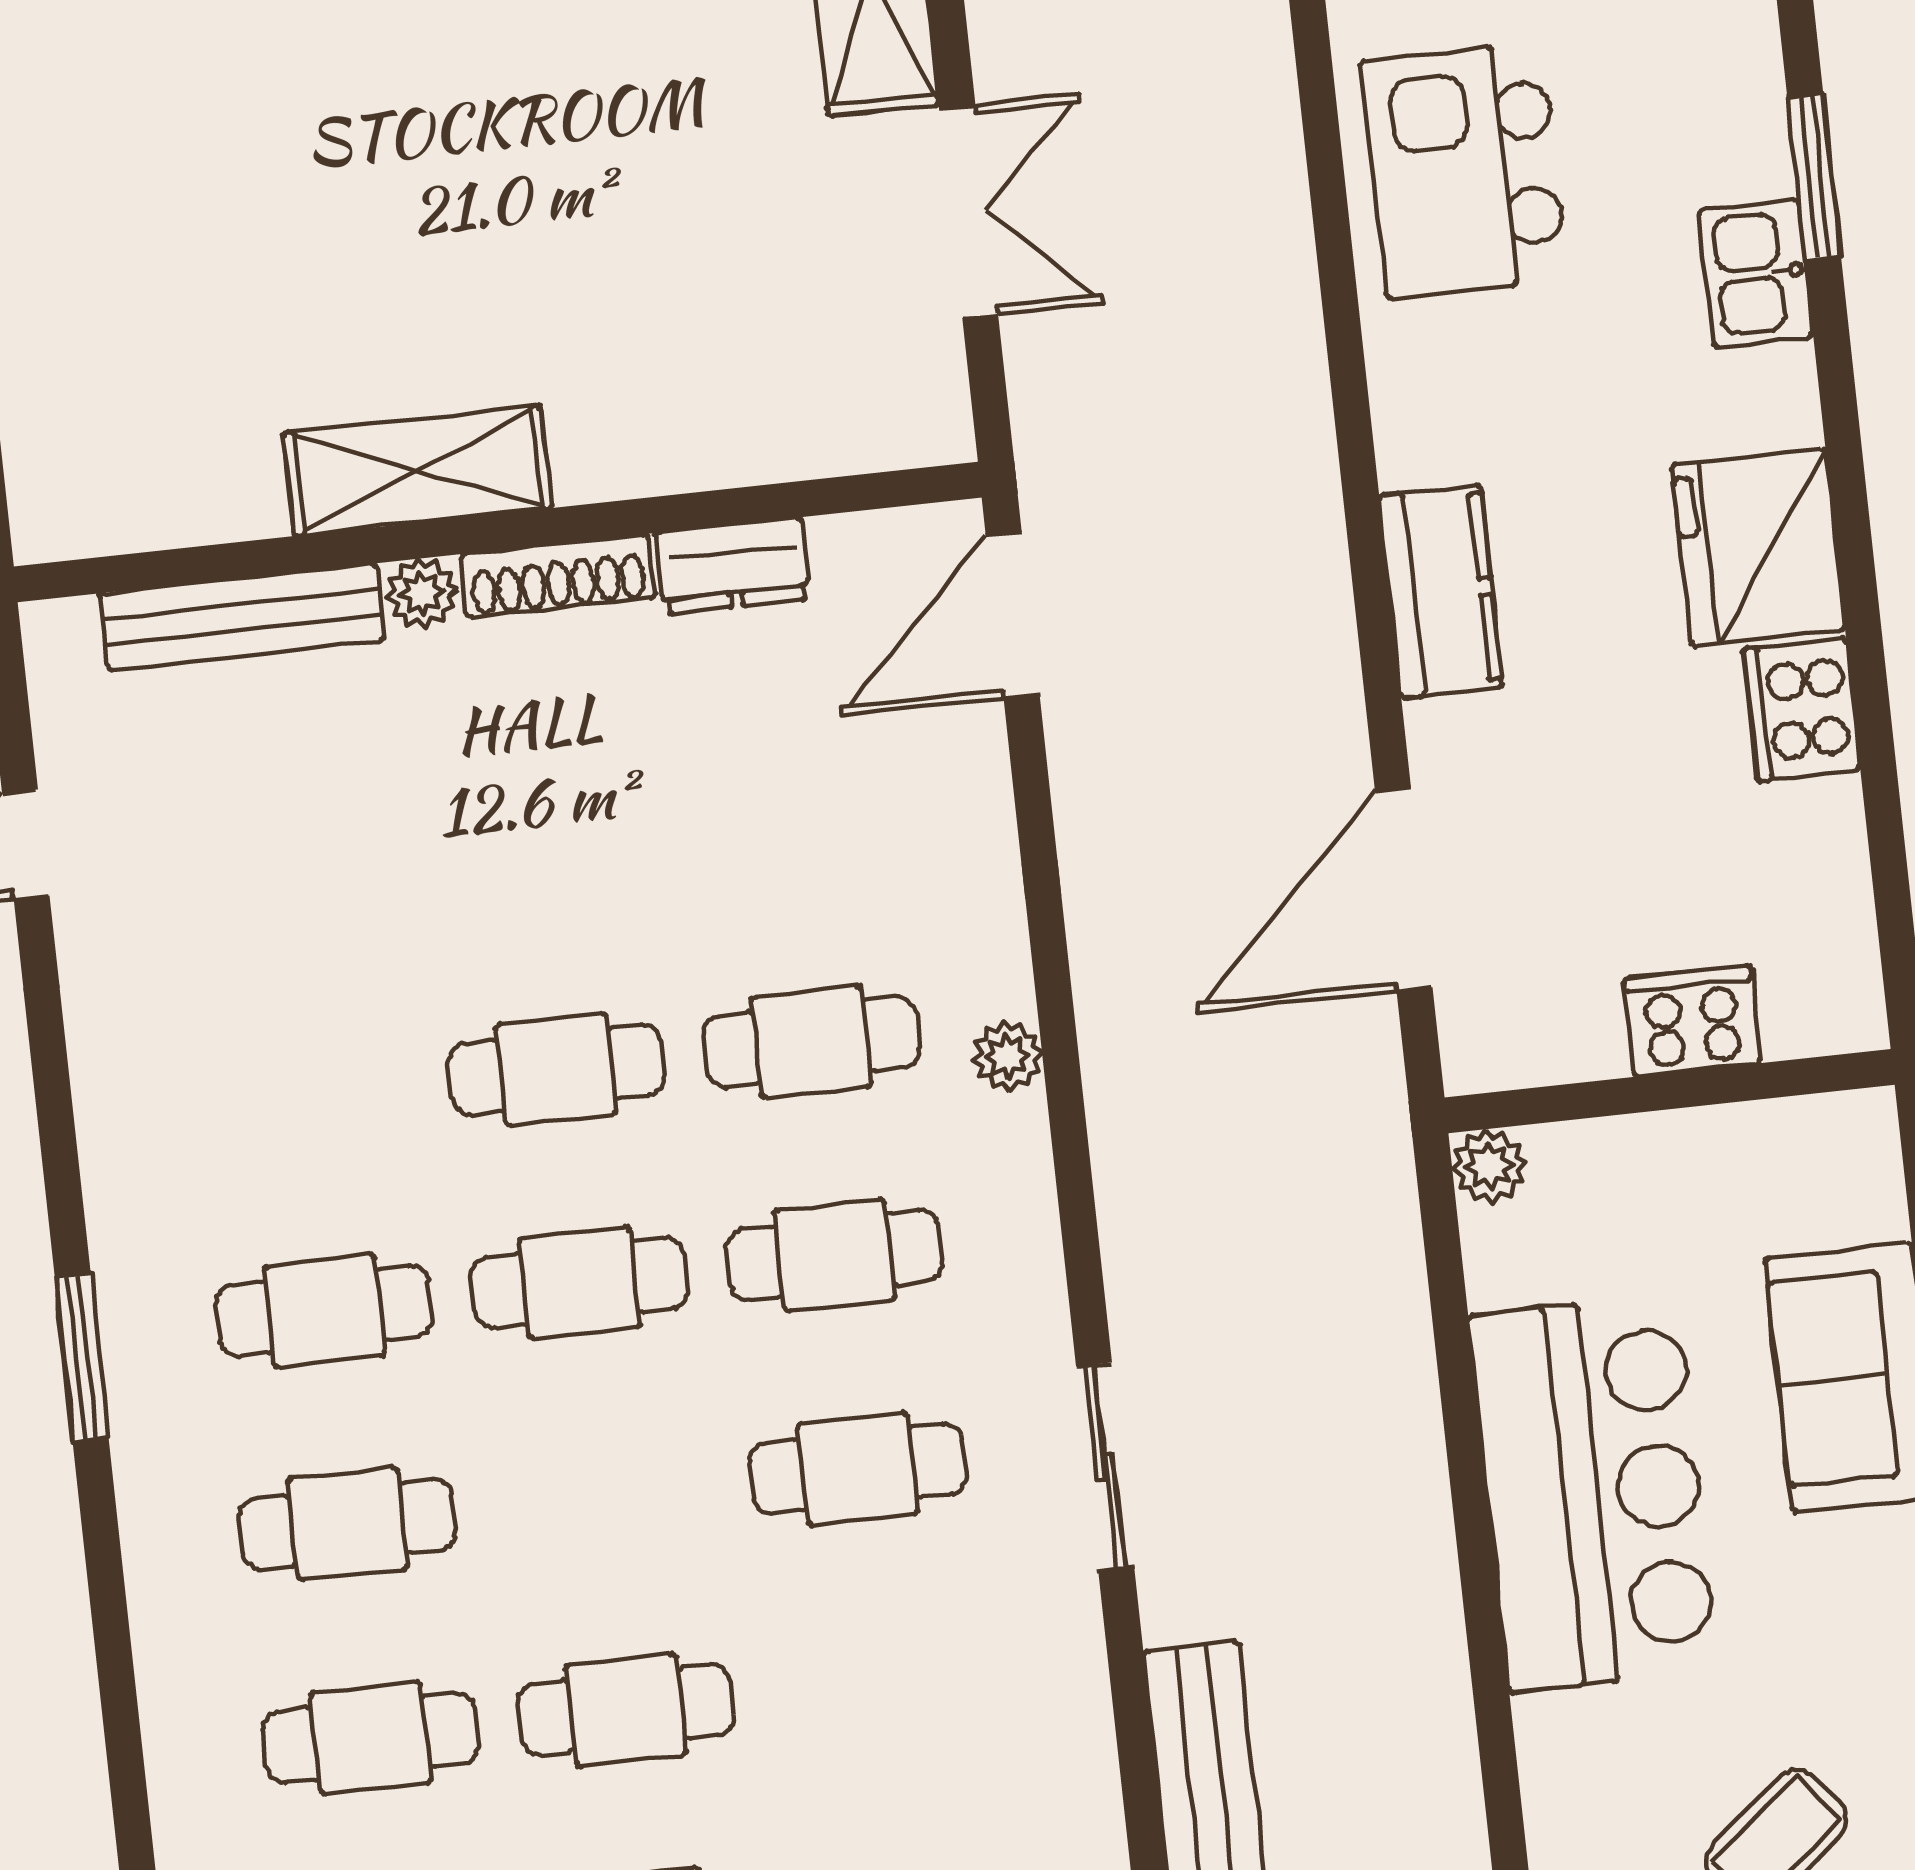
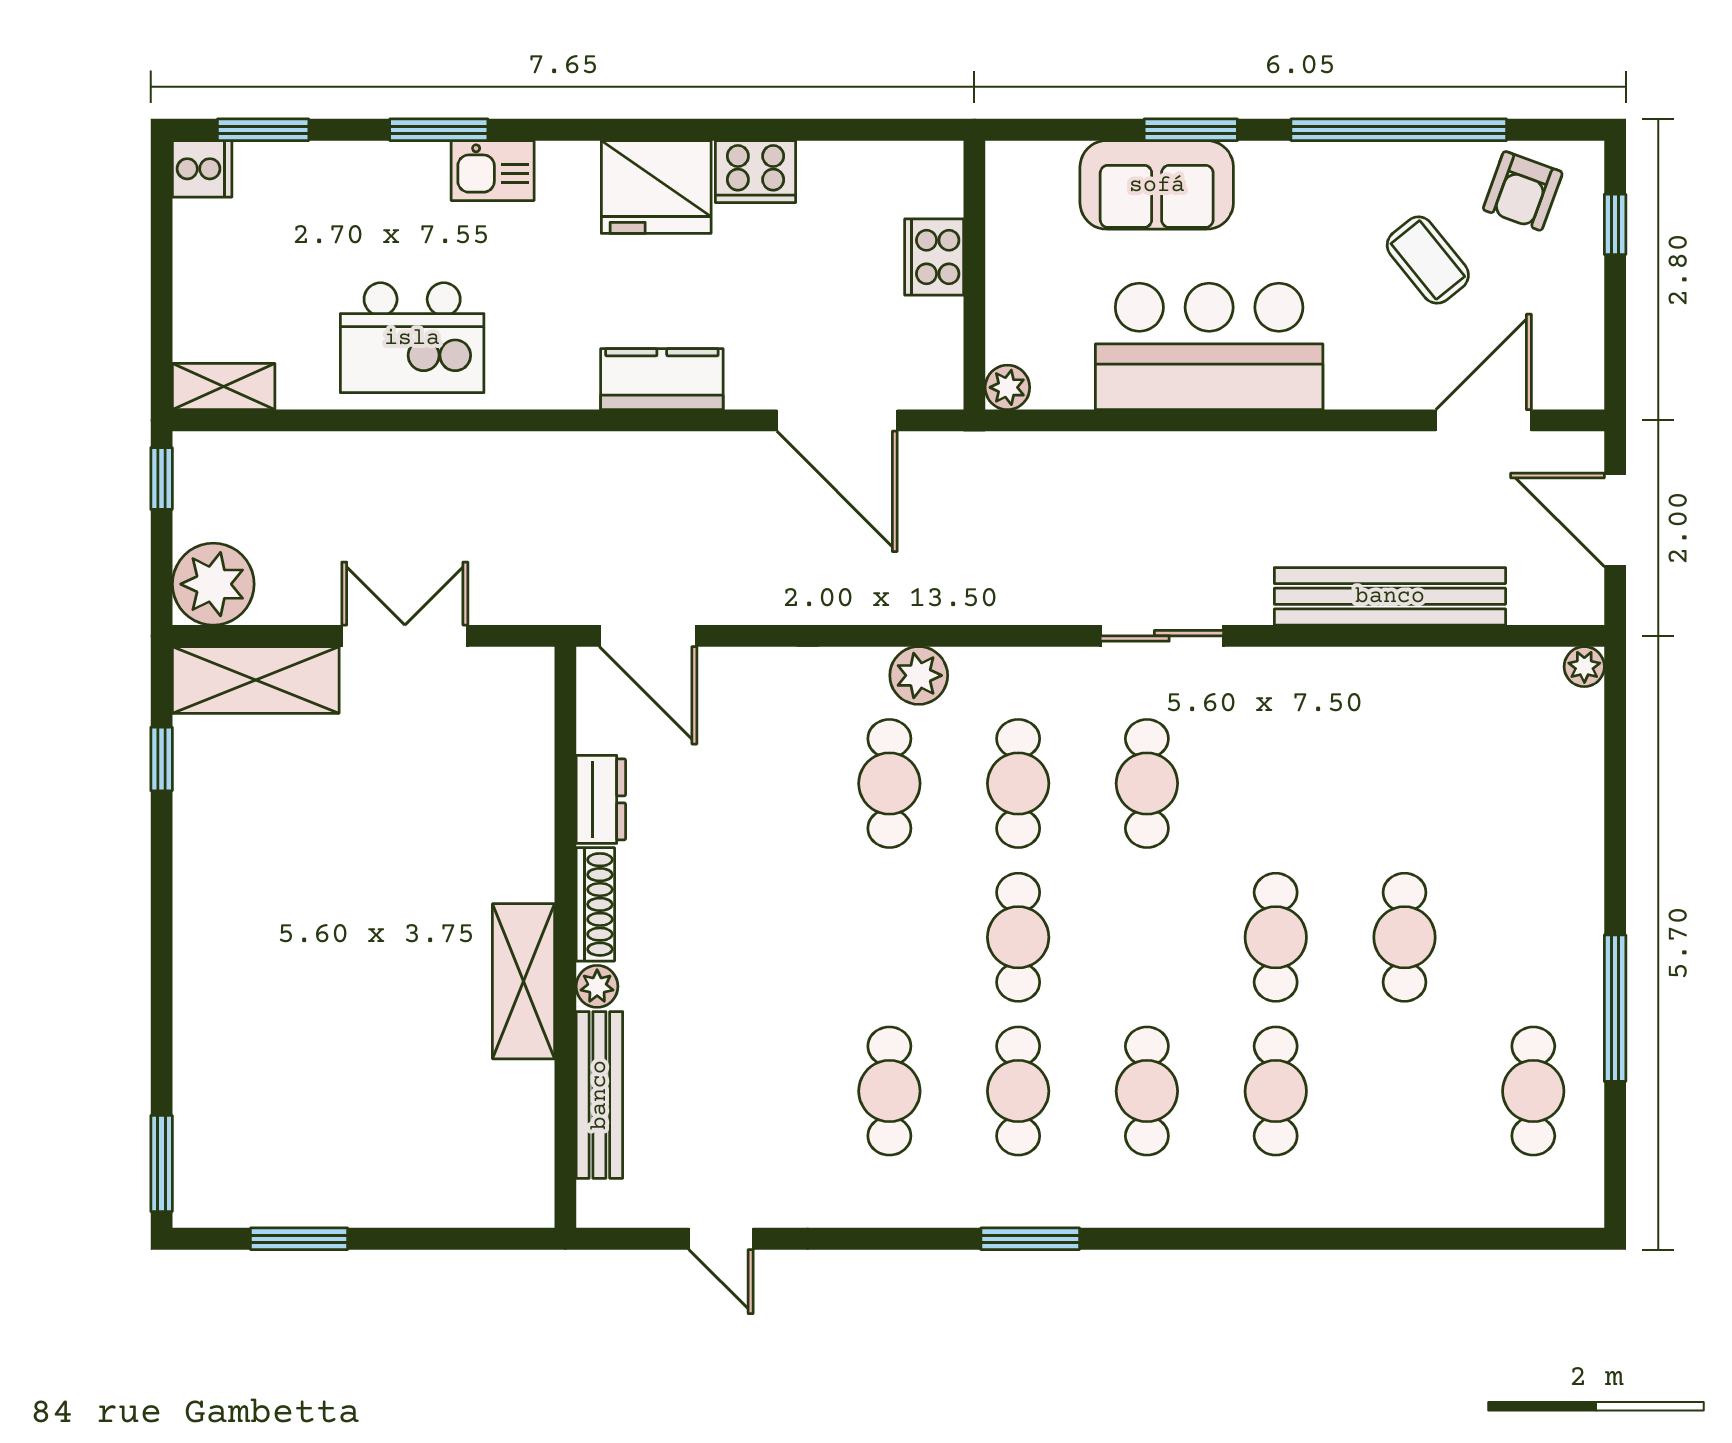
plant: (1007, 1056) -> (919, 675), width x1.38, depth x1.38
cafe table: (556, 1069) -> (889, 1091), moved

